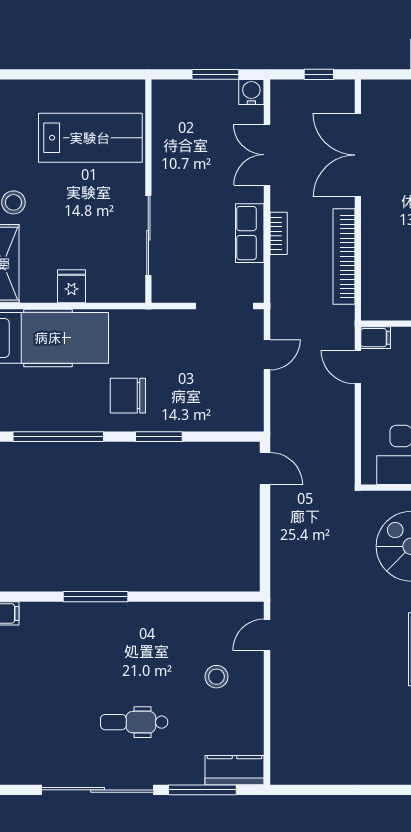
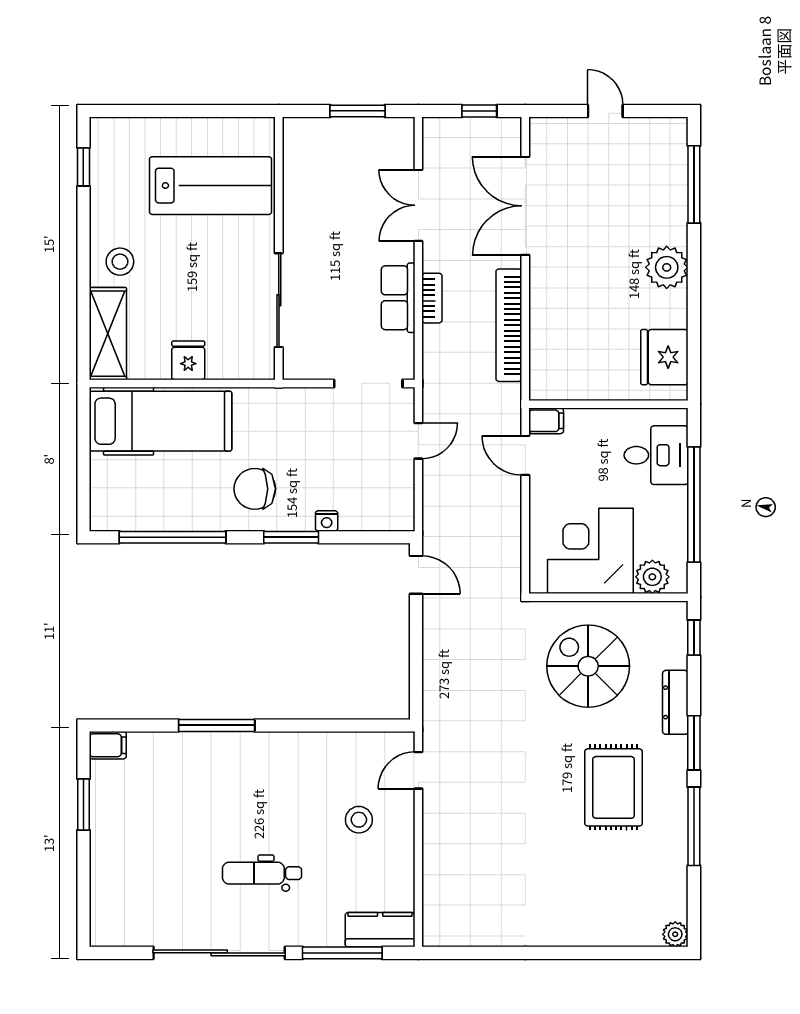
water cooler: (251, 92) -> (400, 132), removed
nightstand: (189, 423) -> (327, 521), added

